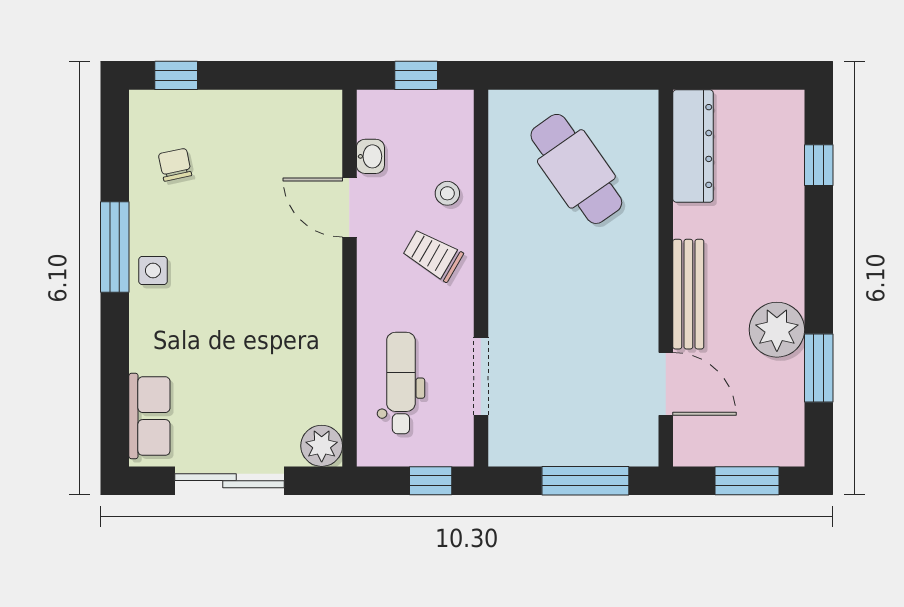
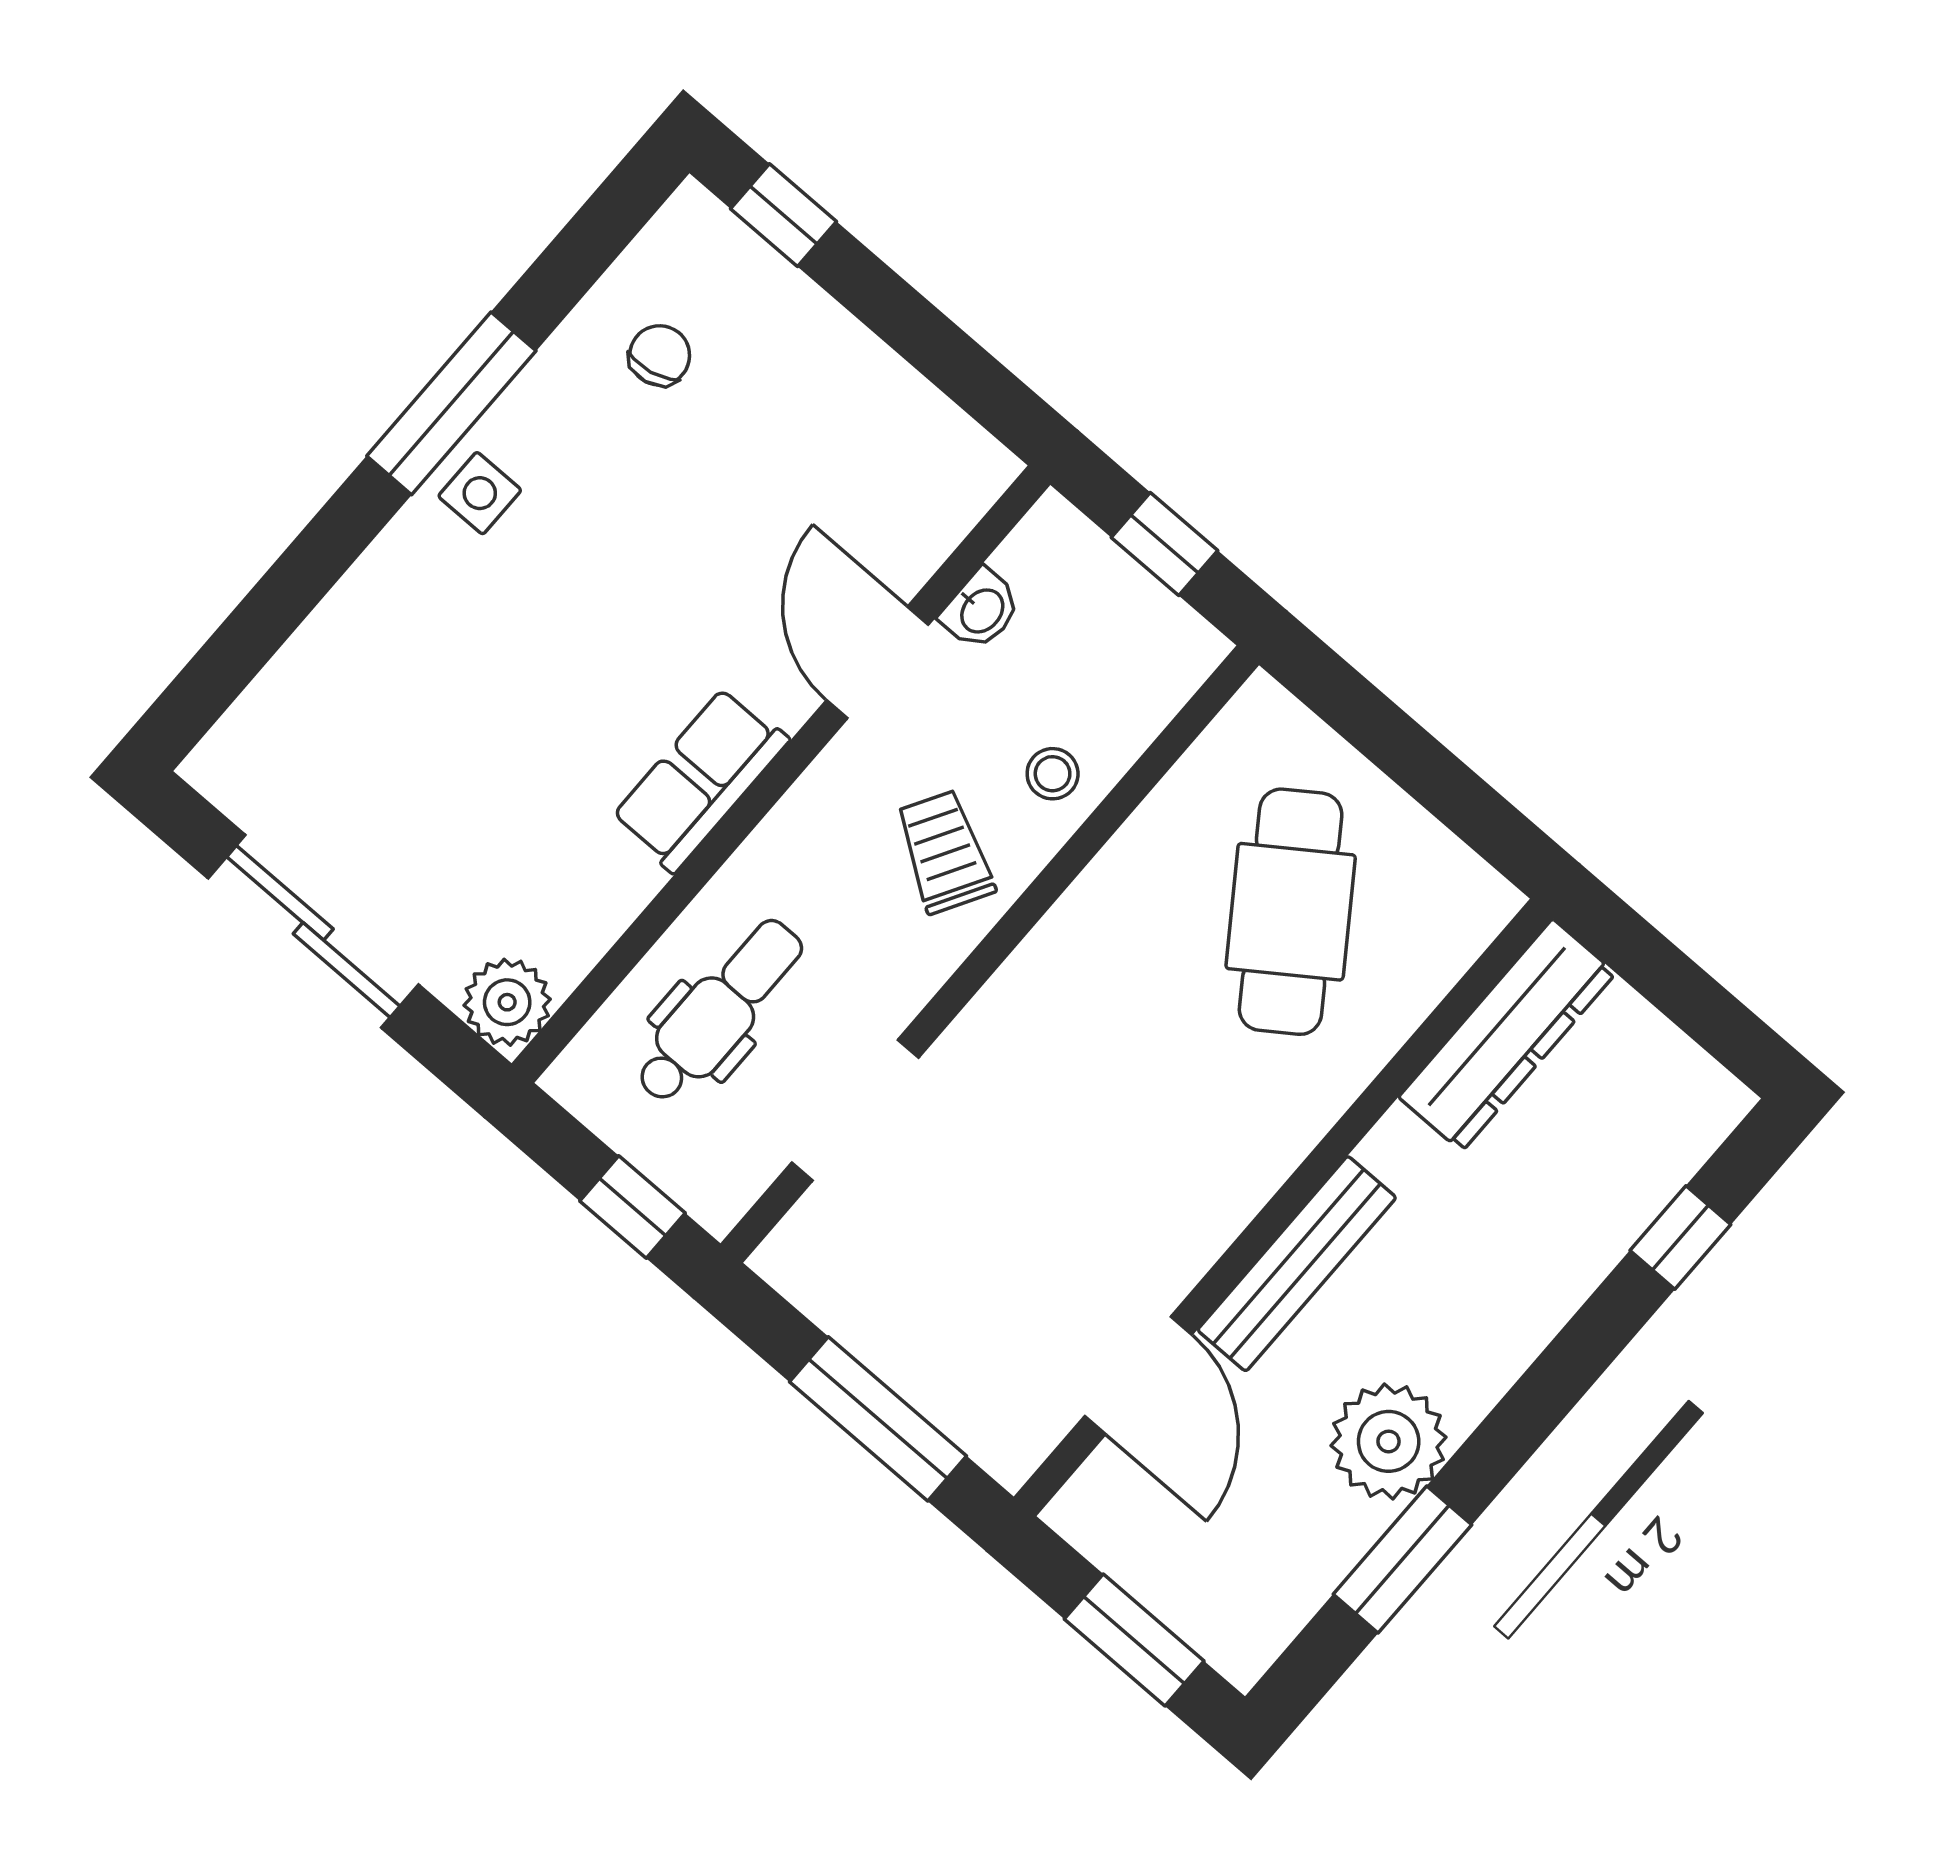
row of seats: (149, 416) -> (700, 779), moved, turned 180

